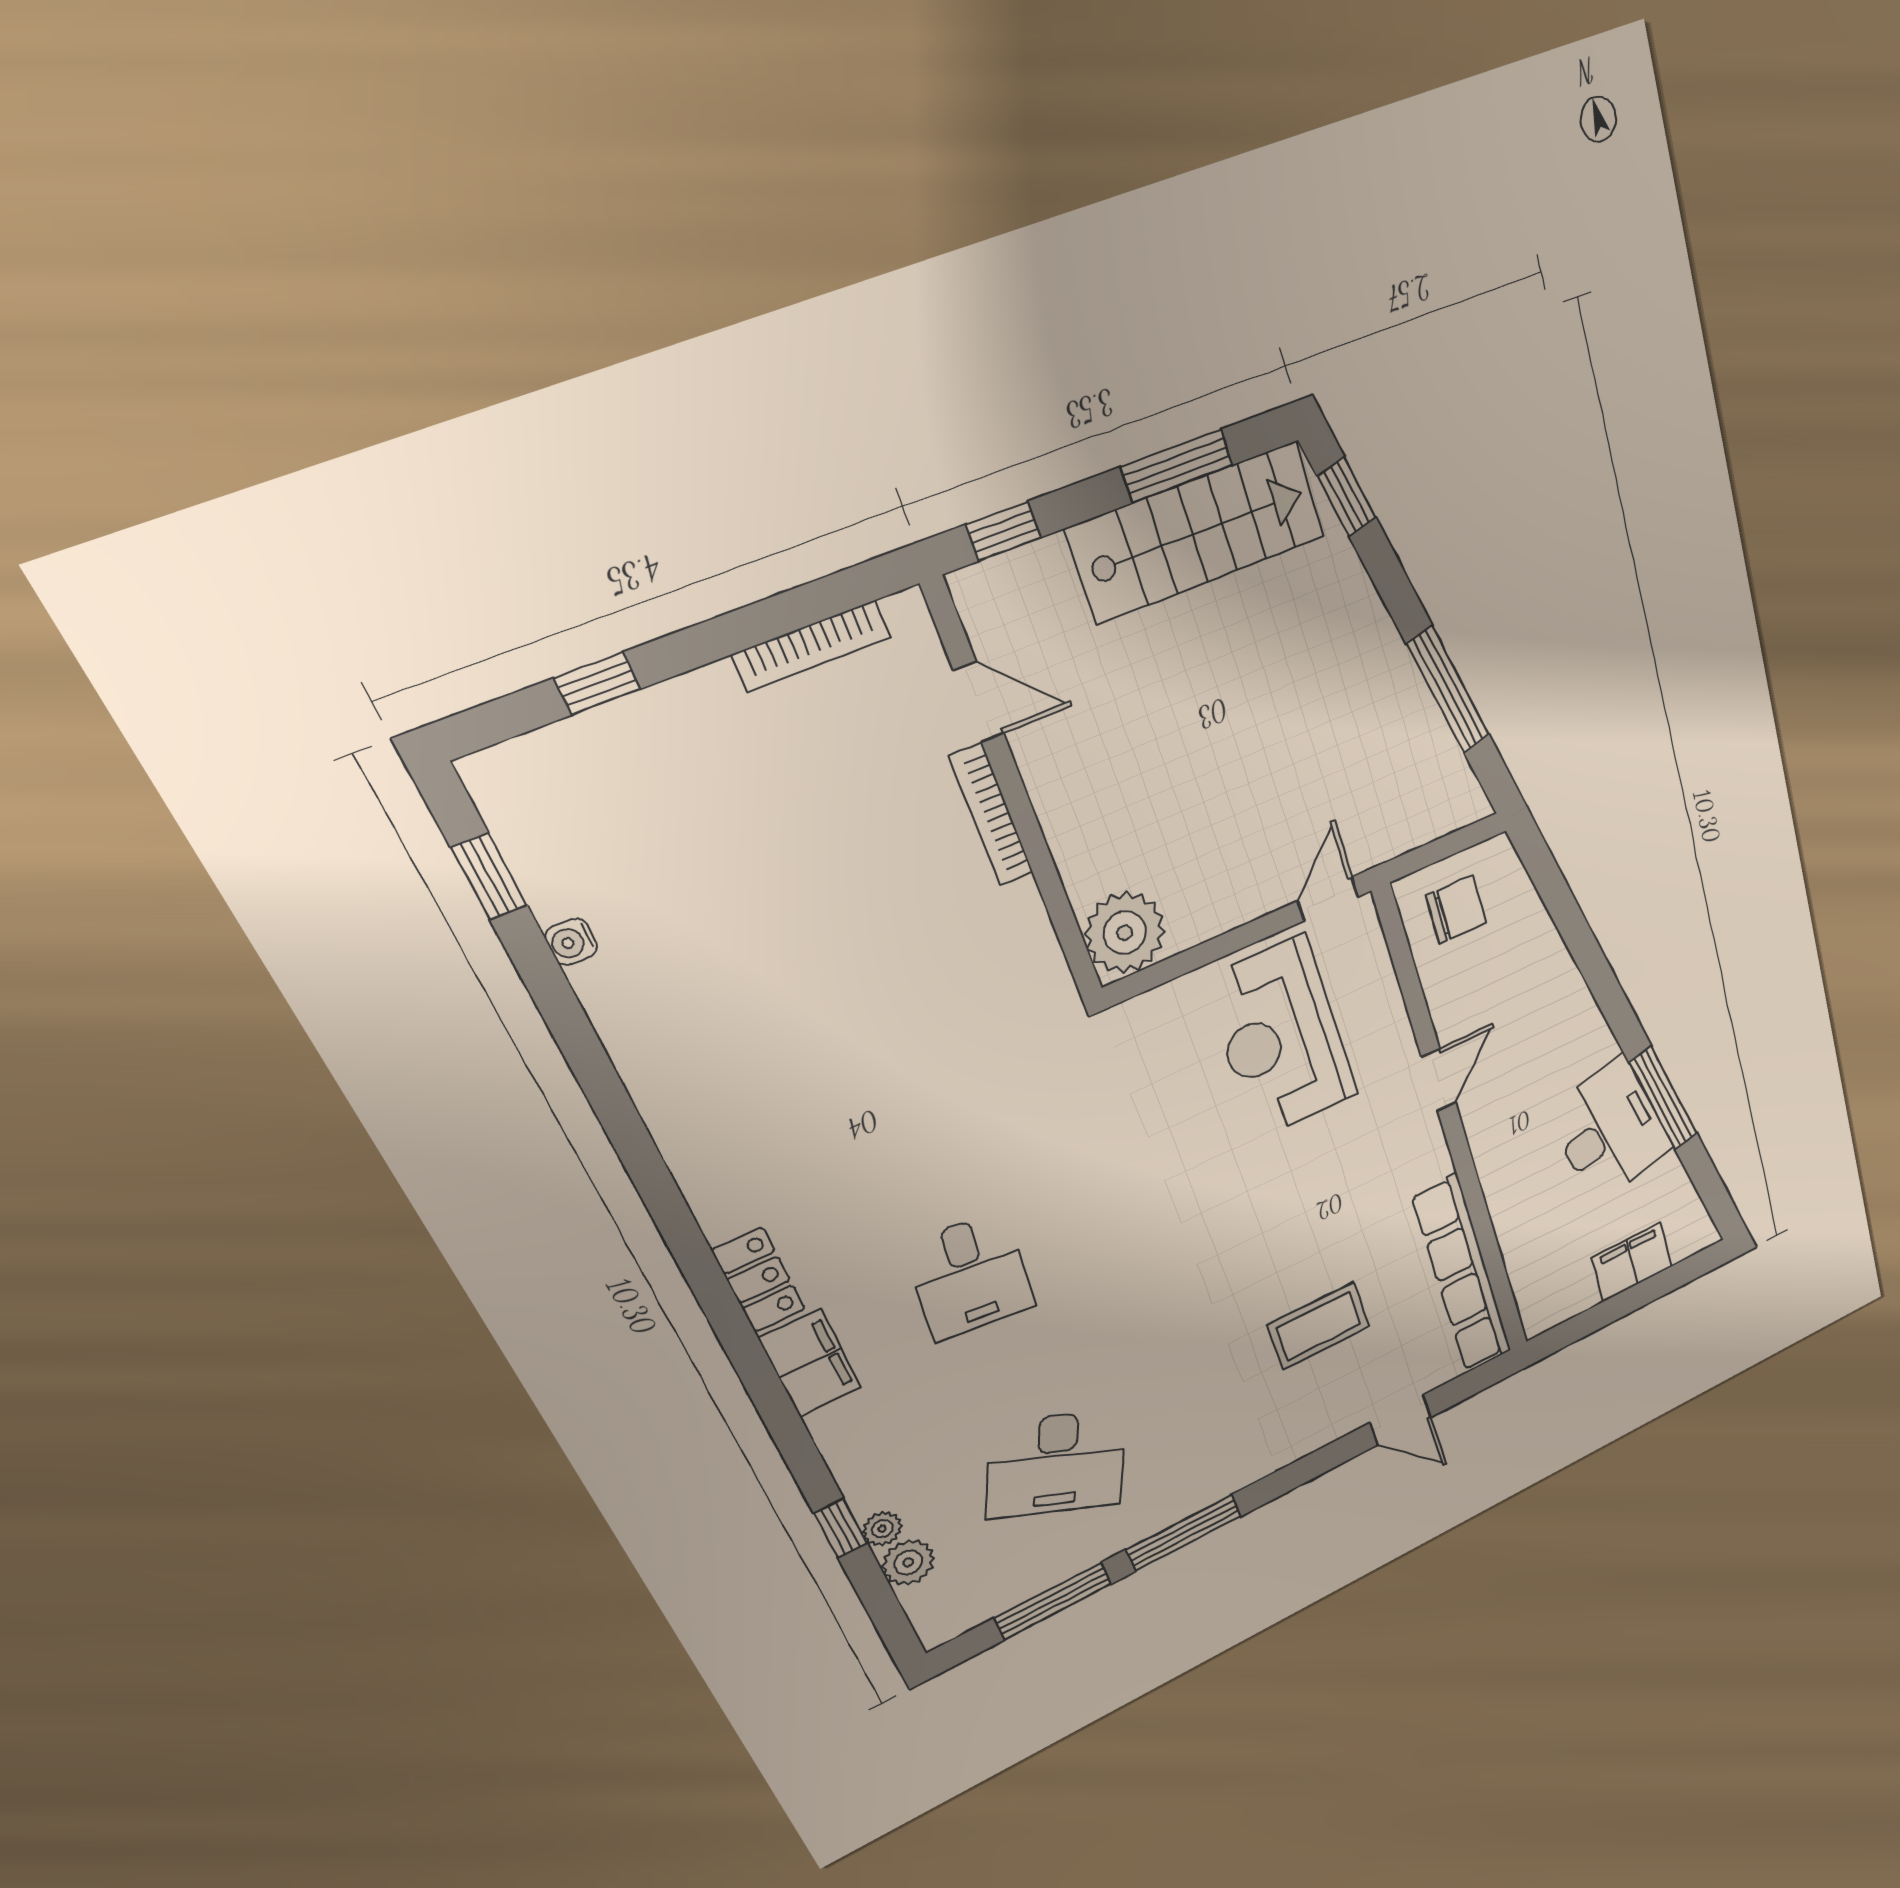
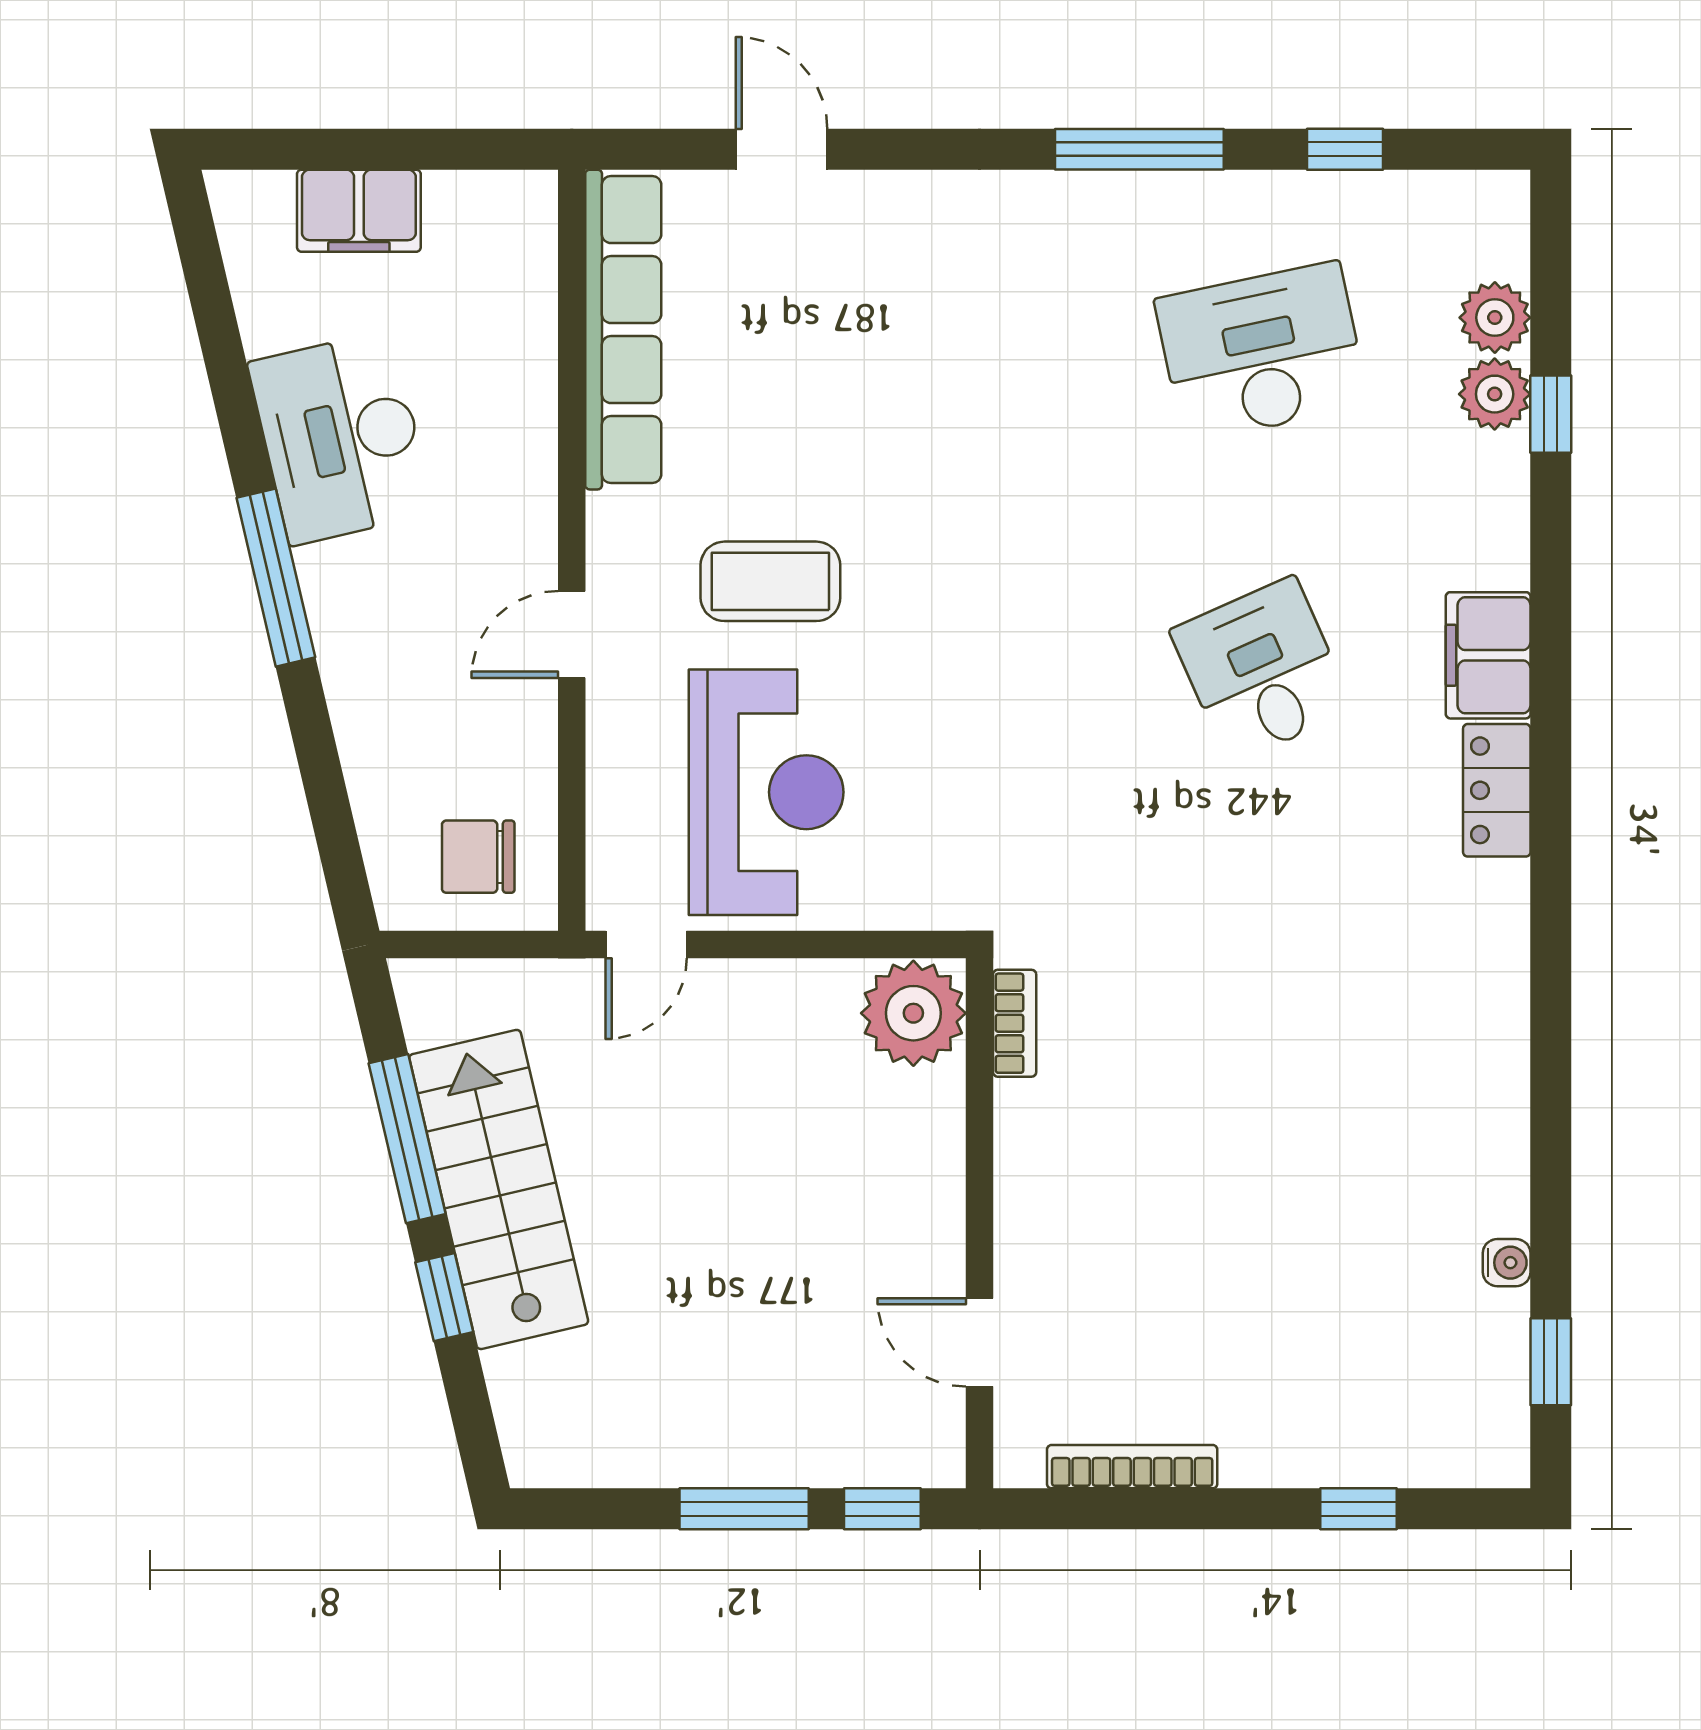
window: (1177, 466) -> (744, 1509), moved
window: (1347, 497) -> (444, 1297), moved
stairs: (1197, 533) -> (499, 1189), moved, turned 77
bookcase: (991, 815) -> (1015, 1023), moved, width x0.64
window: (1663, 1098) -> (276, 578), moved
desk: (970, 1276) -> (1262, 670), turned -30
coffee table: (1319, 1326) -> (770, 581), moved
desk: (1056, 1464) -> (1262, 352), turned -36
plant: (882, 1529) -> (1495, 394), width x1.38, depth x1.38
window: (1053, 1601) -> (1345, 149), width x0.46

